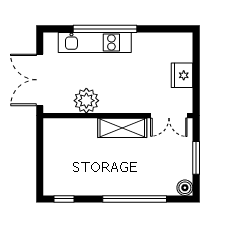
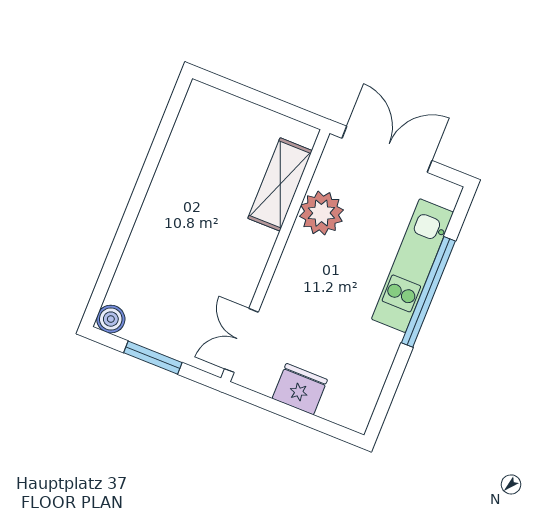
shelving: (122, 128) -> (280, 184), moved
window: (64, 199) -> (173, 110), removed
window: (135, 199) -> (125, 228), removed

